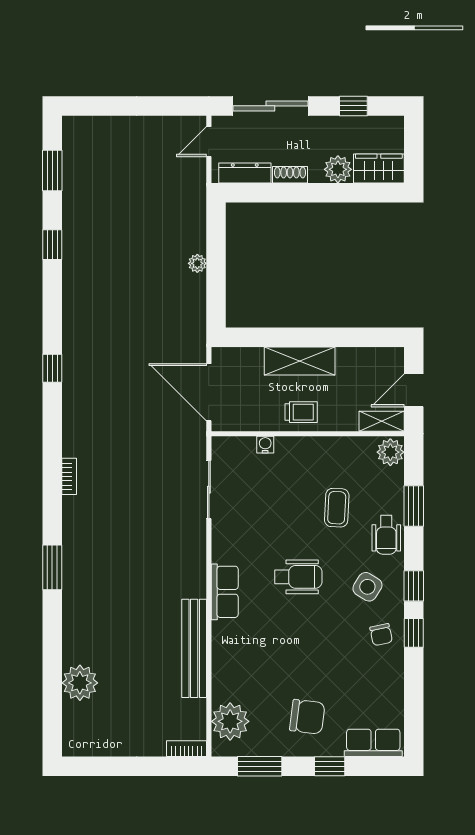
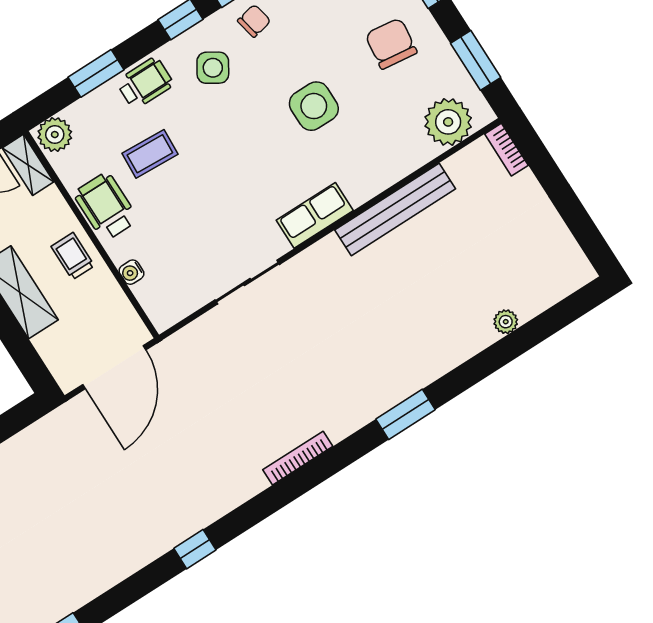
bookcase: (69, 476) -> (298, 458), width x1.56
sliding door: (209, 490) -> (247, 282), moved
wheelchair: (298, 577) -> (106, 206), moved
side table: (298, 638) -> (314, 106), added
plant: (80, 683) -> (506, 322), width x0.53, depth x0.53

